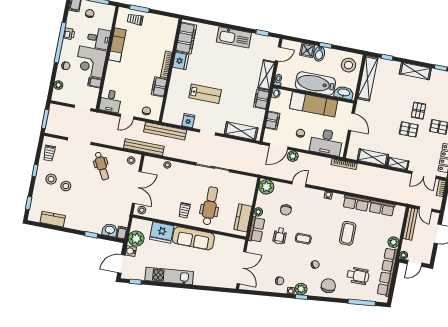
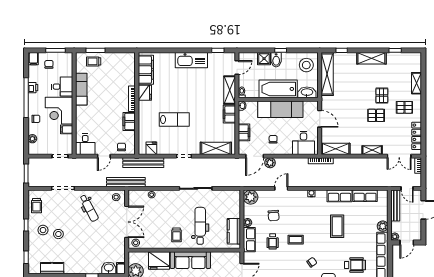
fridge: (188, 121) -> (151, 148), moved
desk: (326, 142) -> (304, 143), width x0.73
shelving: (373, 157) -> (336, 149), moved

